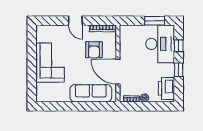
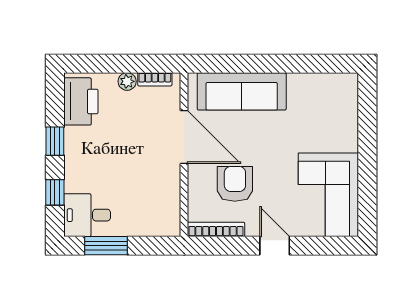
desk: (160, 44) -> (87, 215), width x0.53, depth x0.77
corner sofa: (50, 63) -> (328, 195), moved

